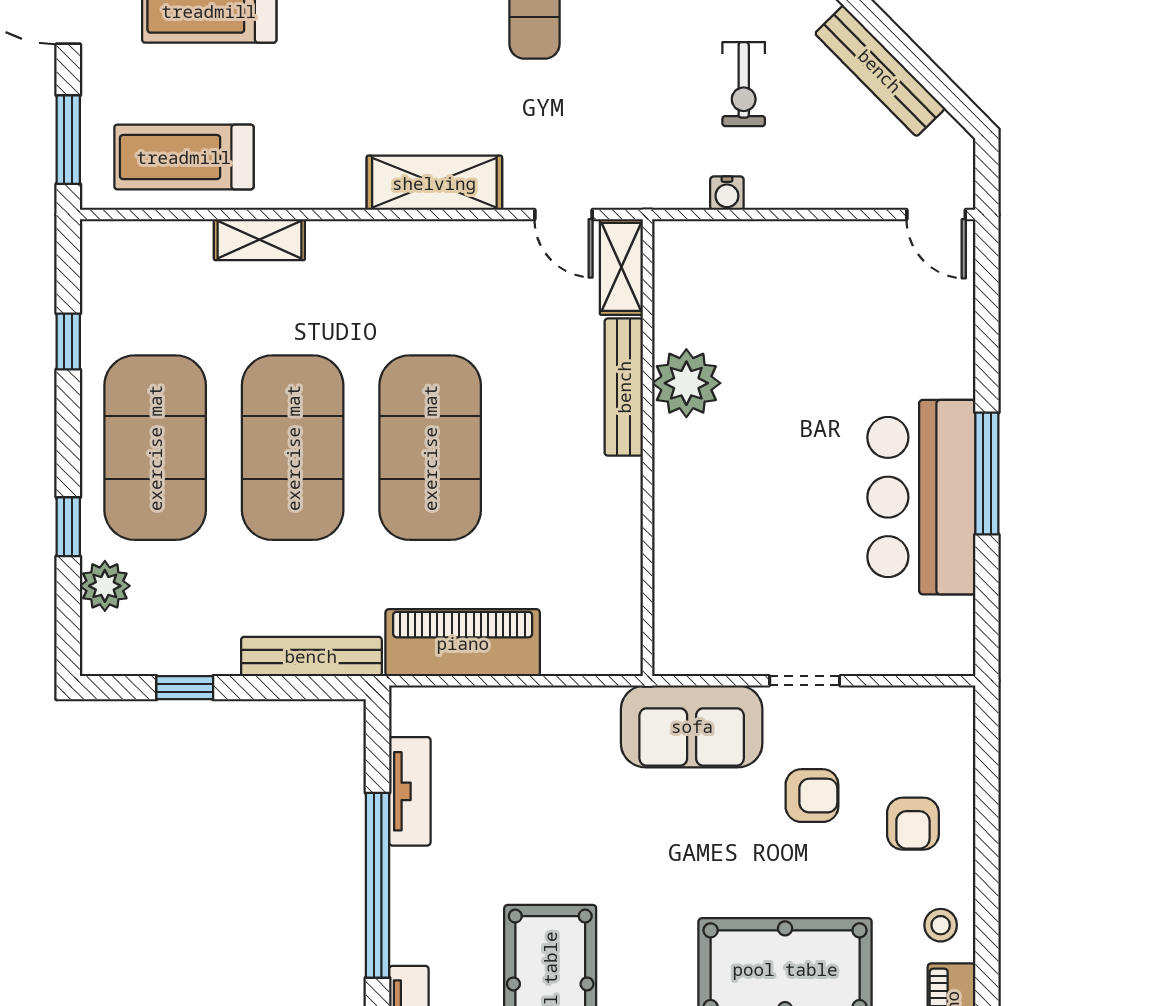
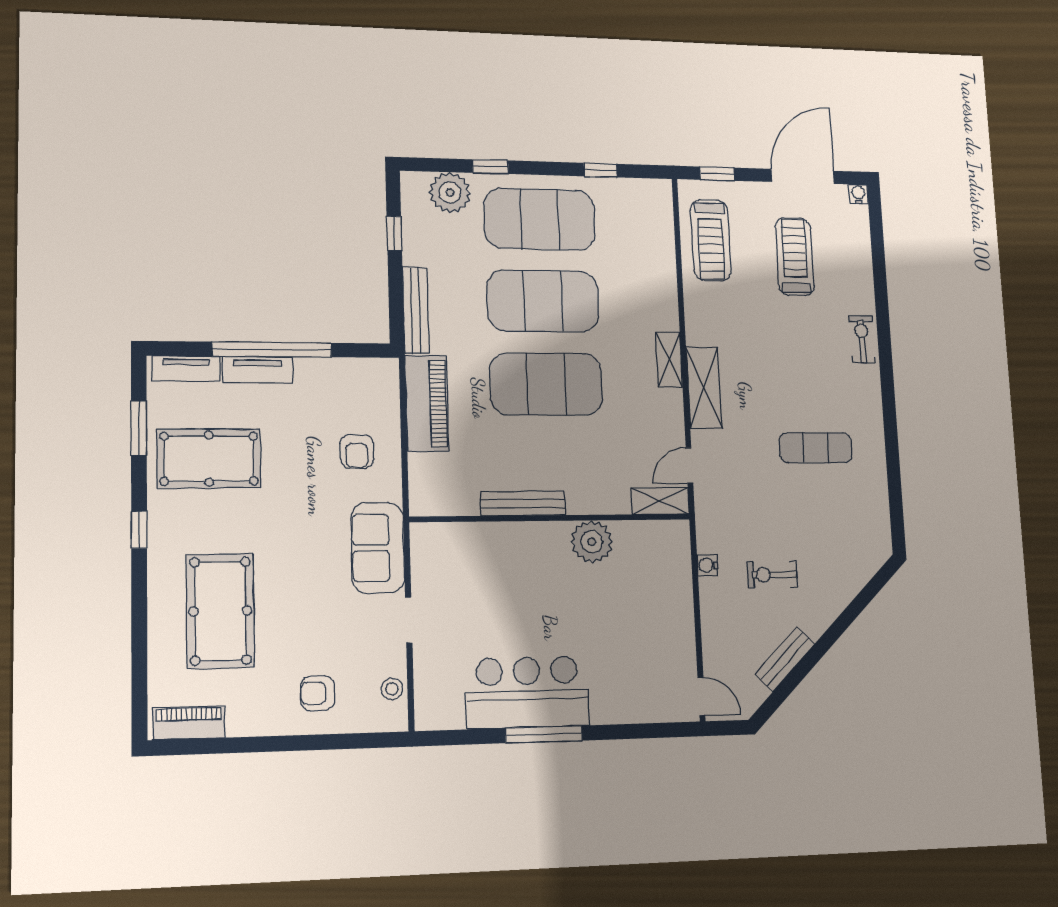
bench: (880, 71) -> (785, 659), width x0.73
window: (68, 140) -> (717, 174), width x0.67
treadmill: (184, 157) -> (711, 240), turned 180
door: (936, 215) -> (701, 697), swing flipped
shelving: (259, 240) -> (669, 359), moved
bench: (624, 387) -> (523, 503), moved
plant: (105, 586) -> (450, 192), width x1.36, depth x1.36
tv unit: (410, 791) -> (258, 370), moved
armchair: (812, 796) -> (357, 451), moved
stool: (941, 925) -> (392, 689), moved

